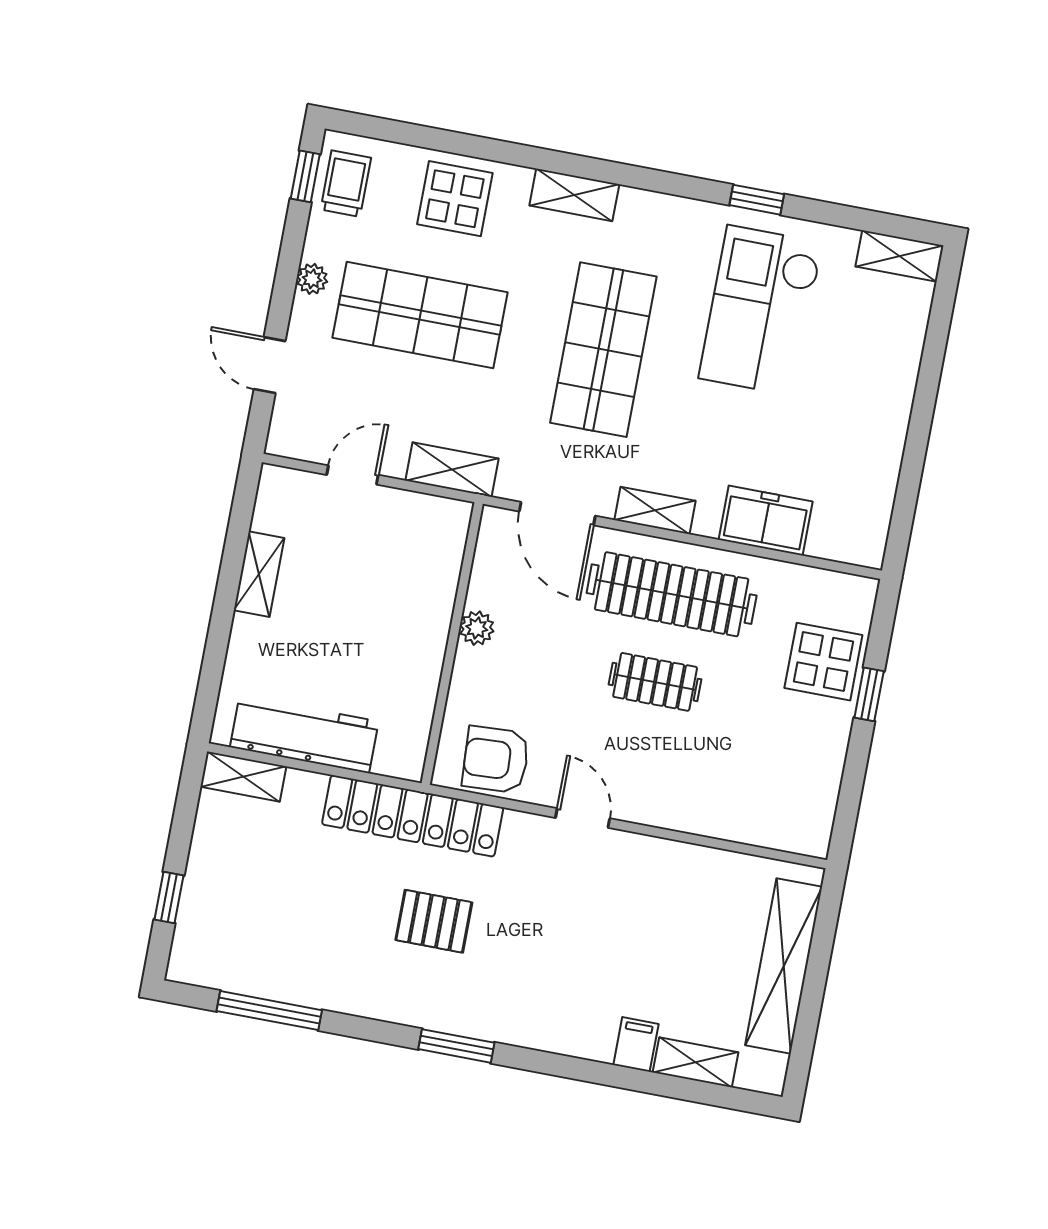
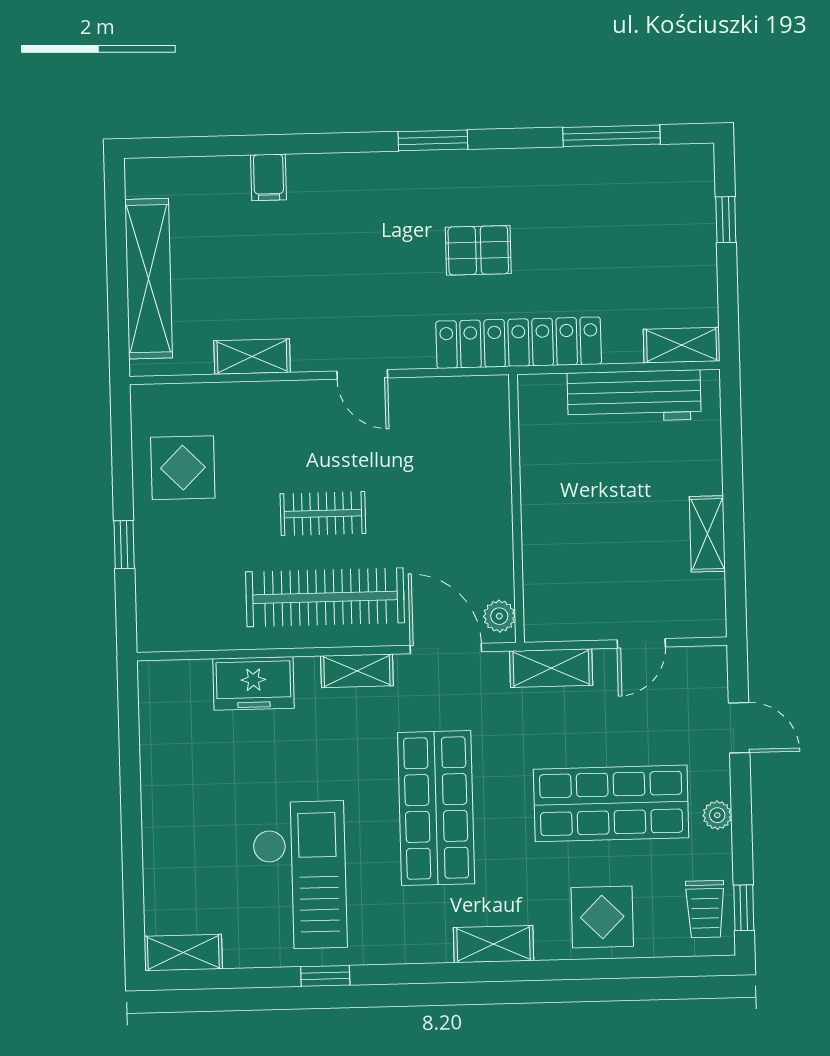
plant: (477, 628) -> (499, 616), moved
display table: (823, 662) -> (183, 468), moved
armchair: (496, 760) -> (454, 411), removed
shelving: (695, 1062) -> (252, 357), moved

